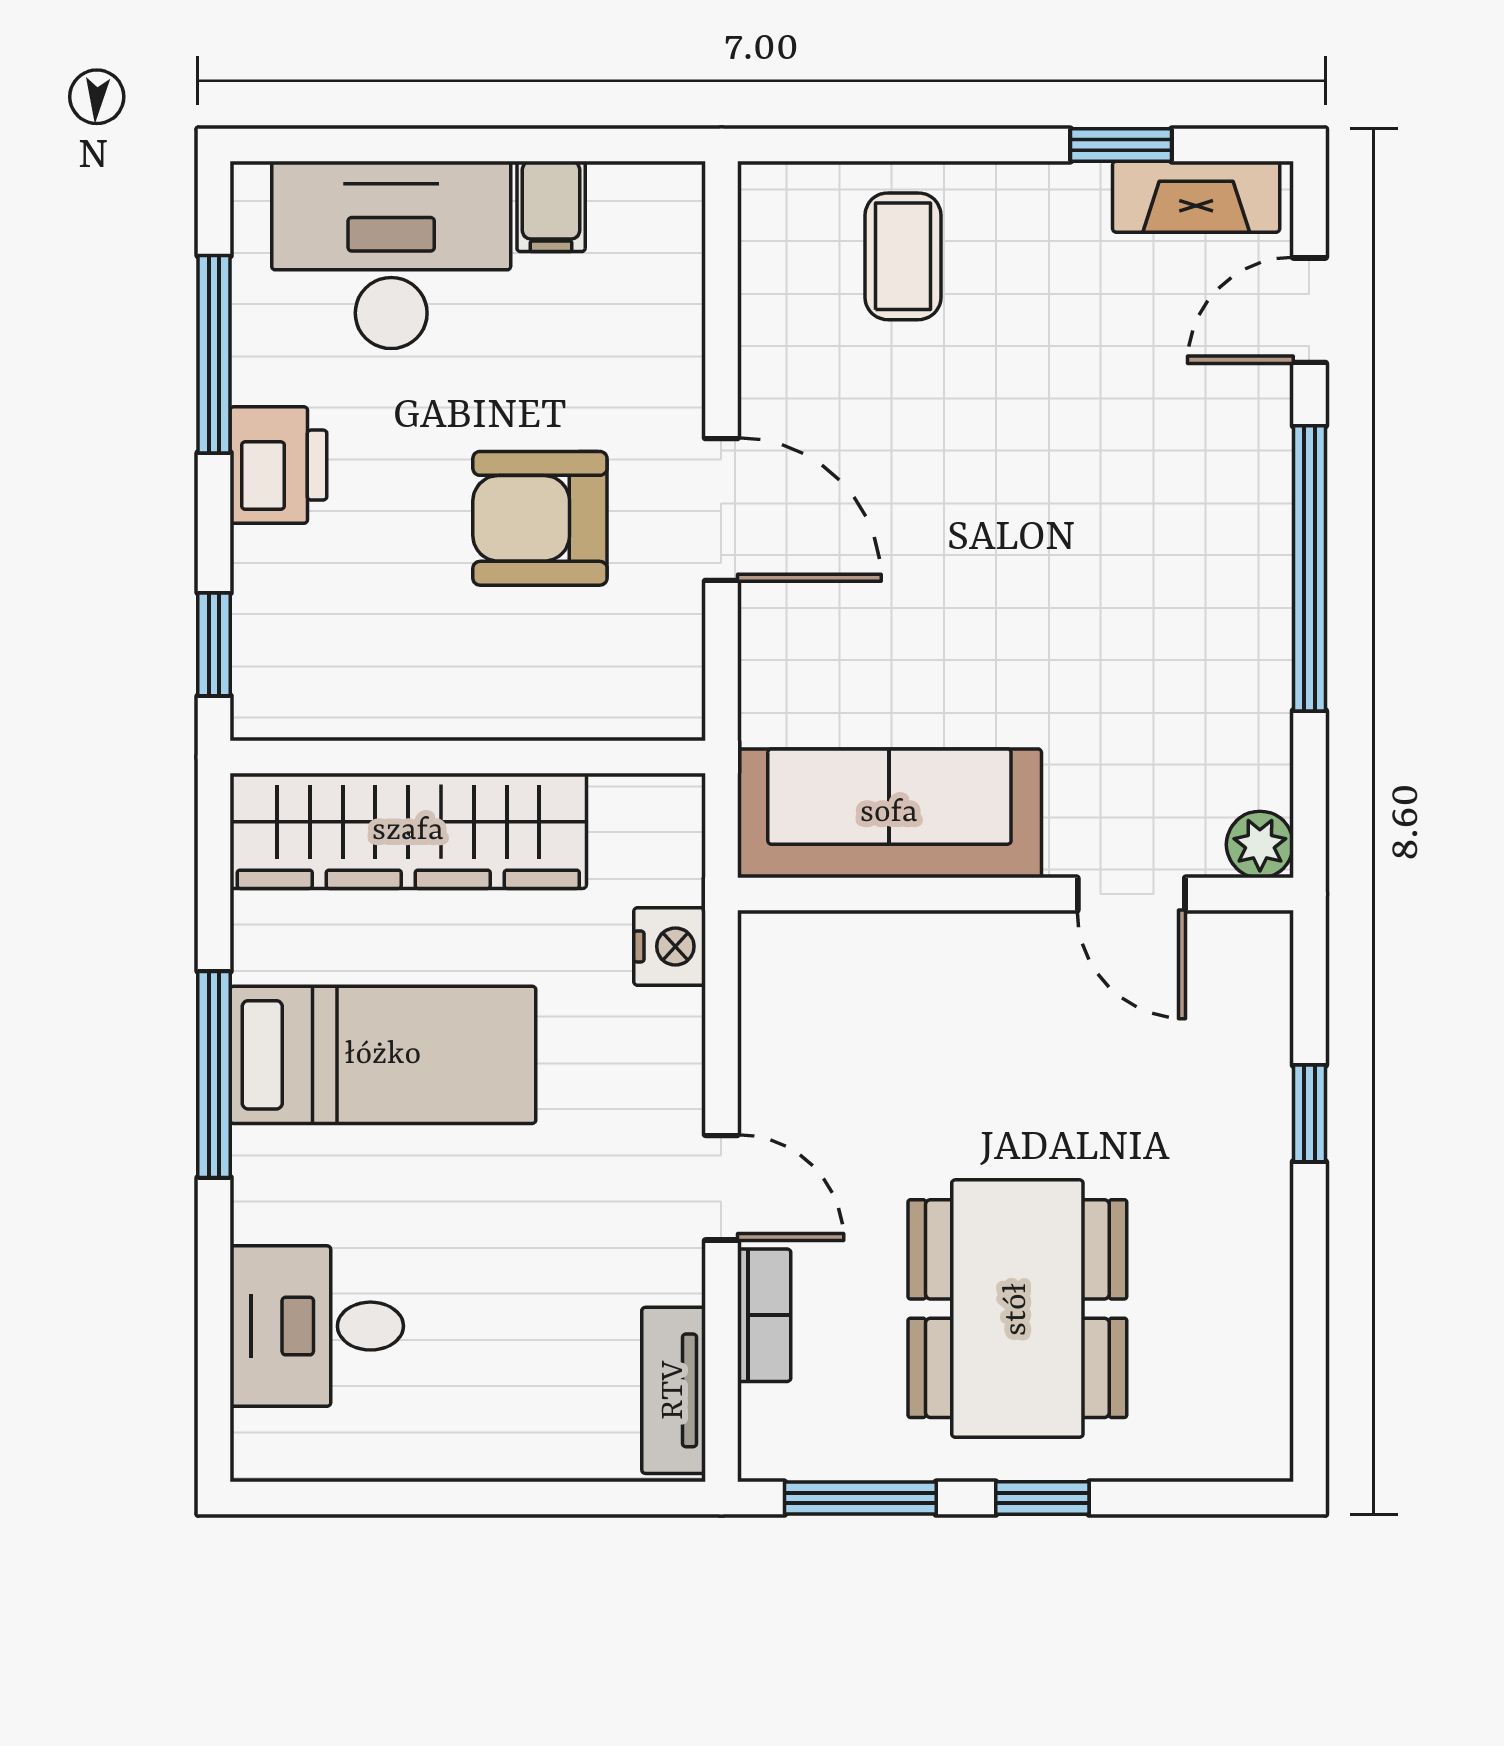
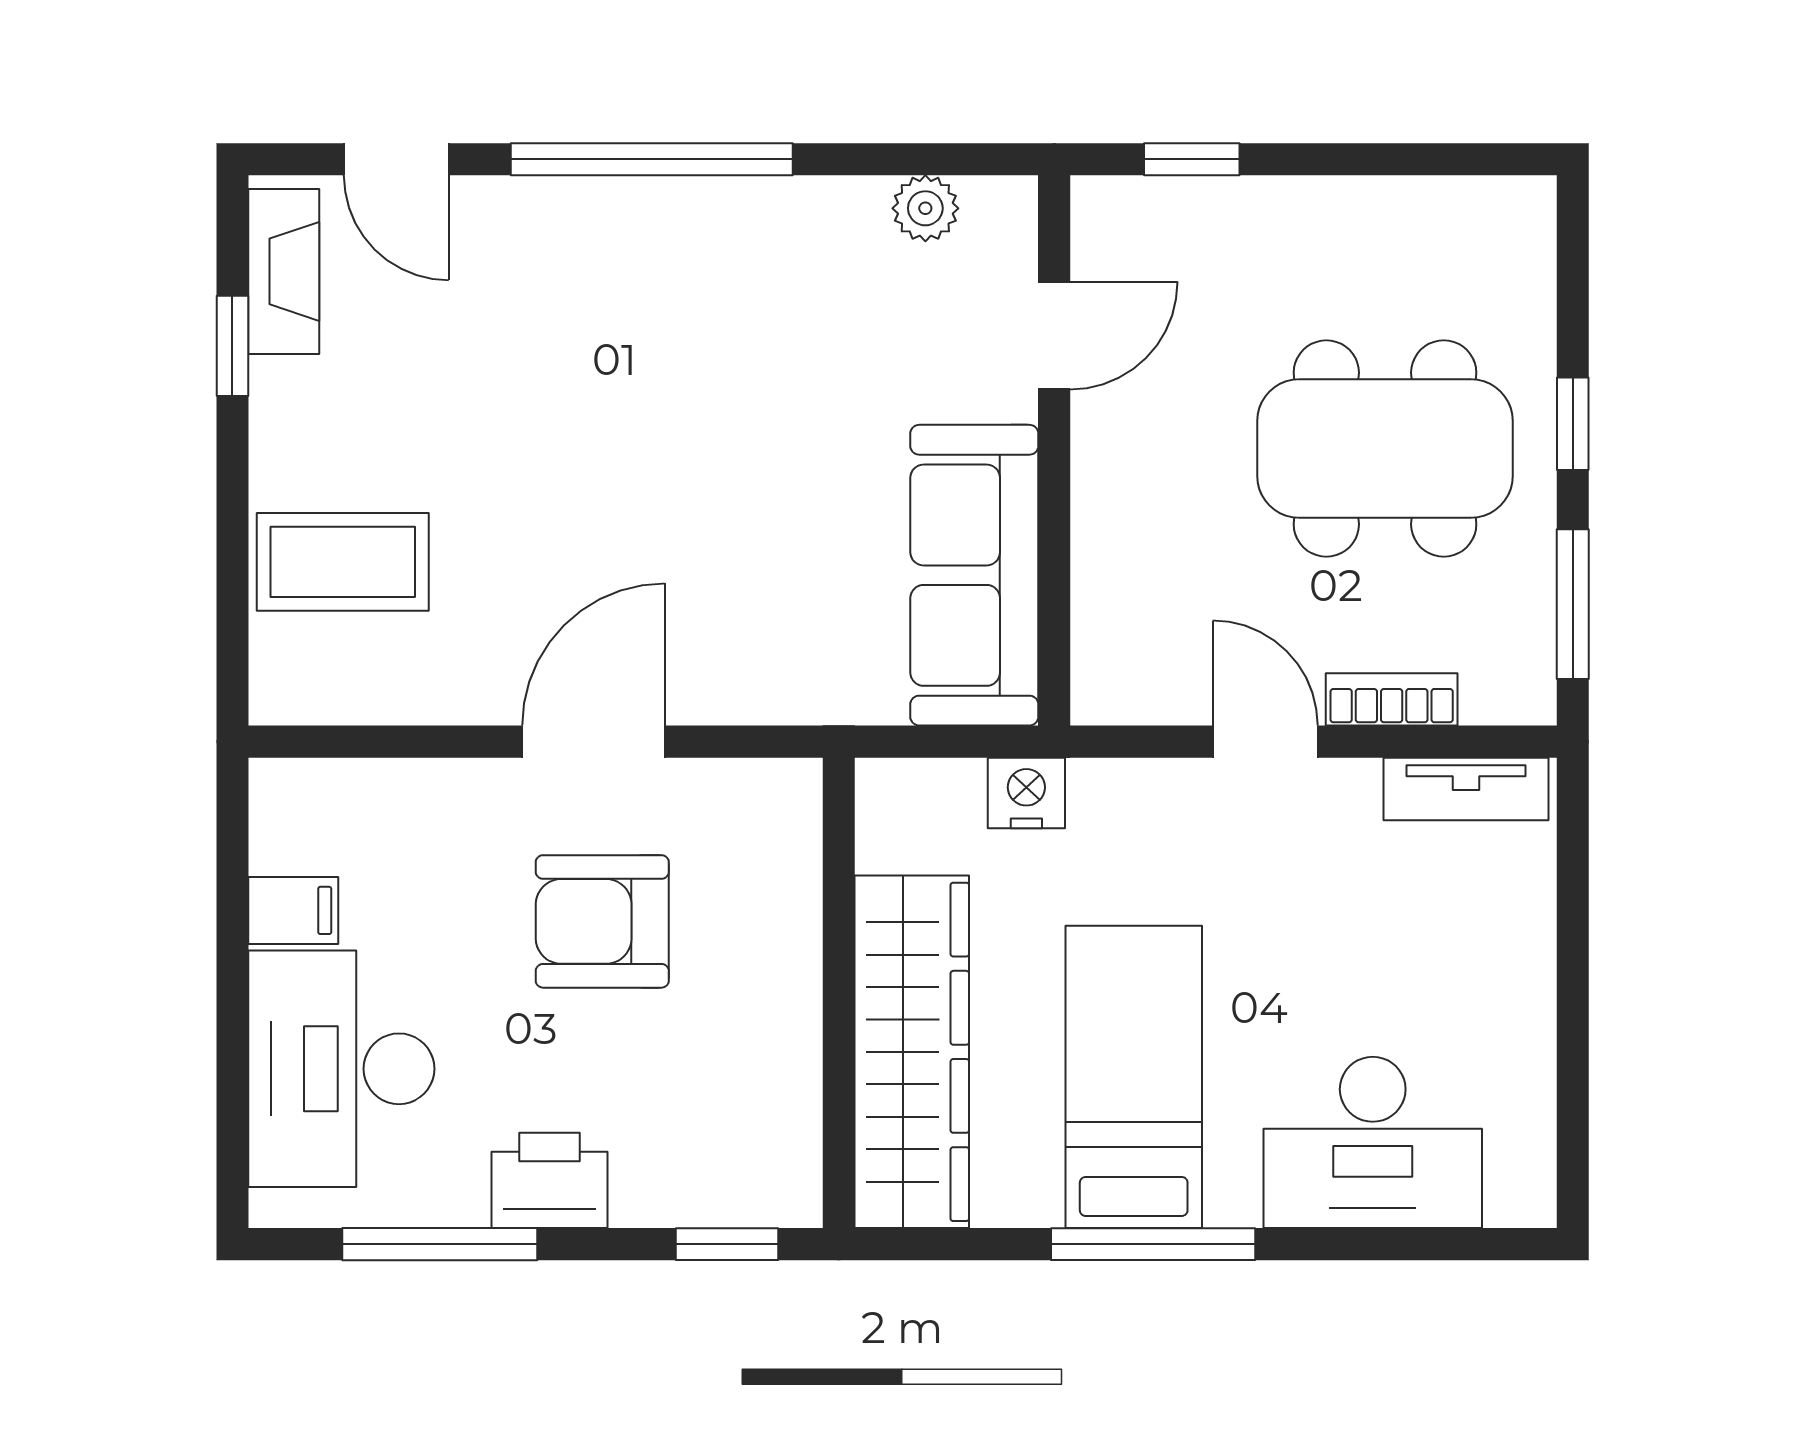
coffee table: (903, 256) -> (343, 562), width x1.36, depth x1.30
armchair: (540, 518) -> (602, 921), turned 90
sofa: (889, 813) -> (974, 575), moved
wall: (1015, 894) -> (1054, 450), moved
door: (1131, 894) -> (1054, 336), moved
door: (721, 1188) -> (1265, 742), hinge flipped
desk: (317, 1326) -> (1373, 1142), width x1.37

